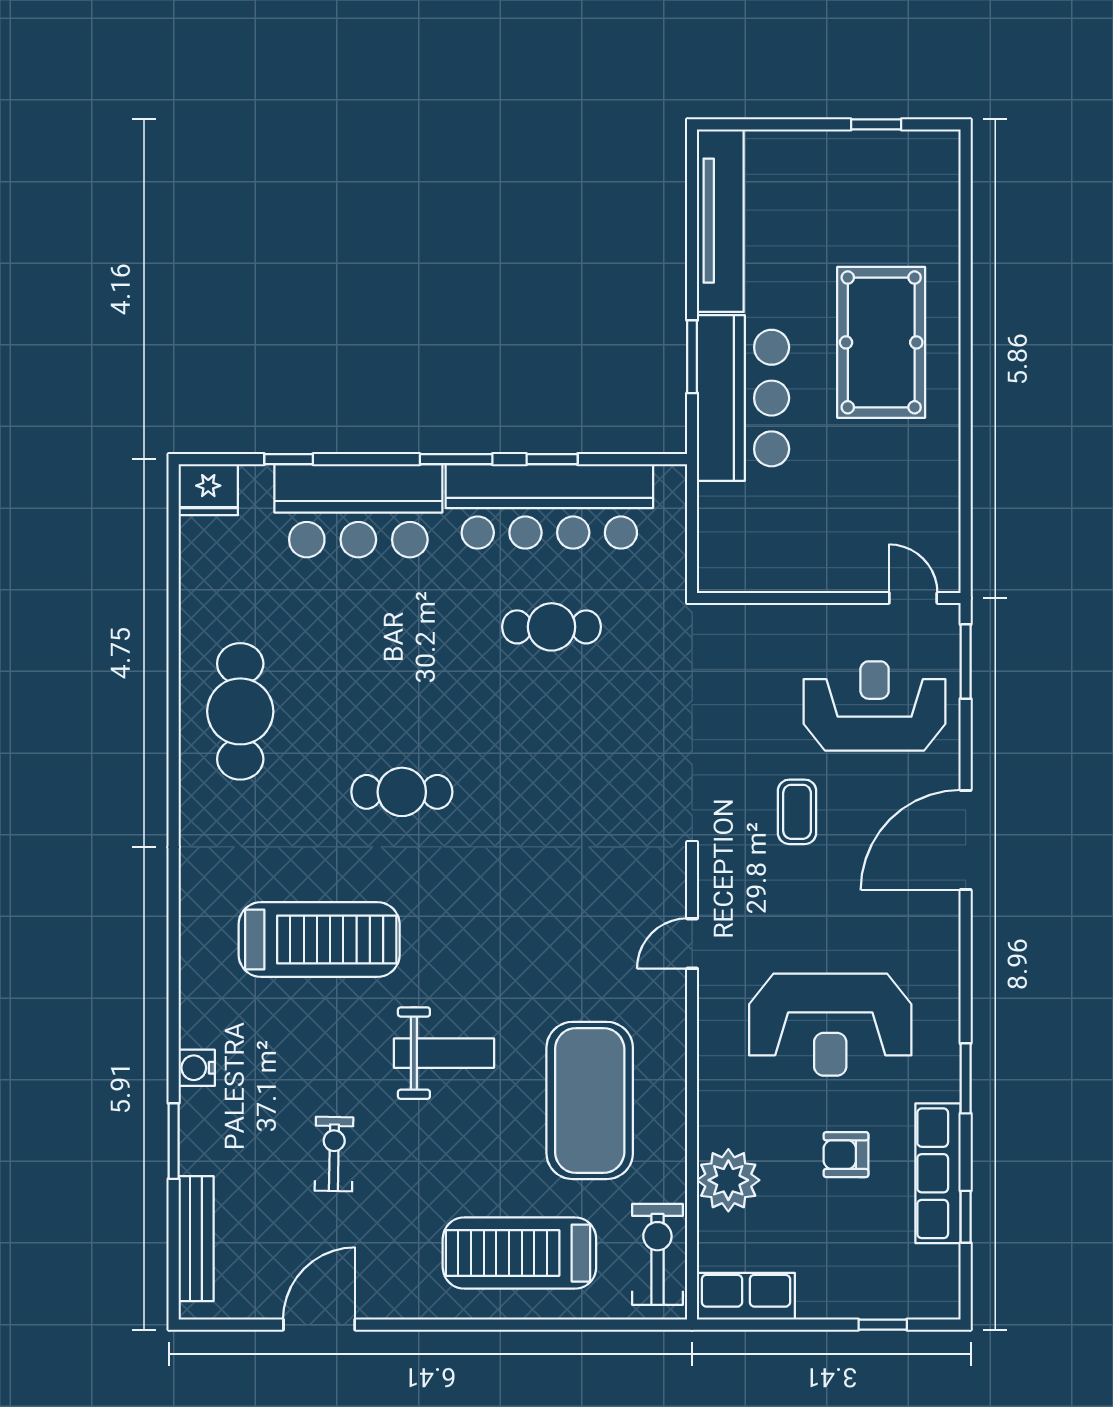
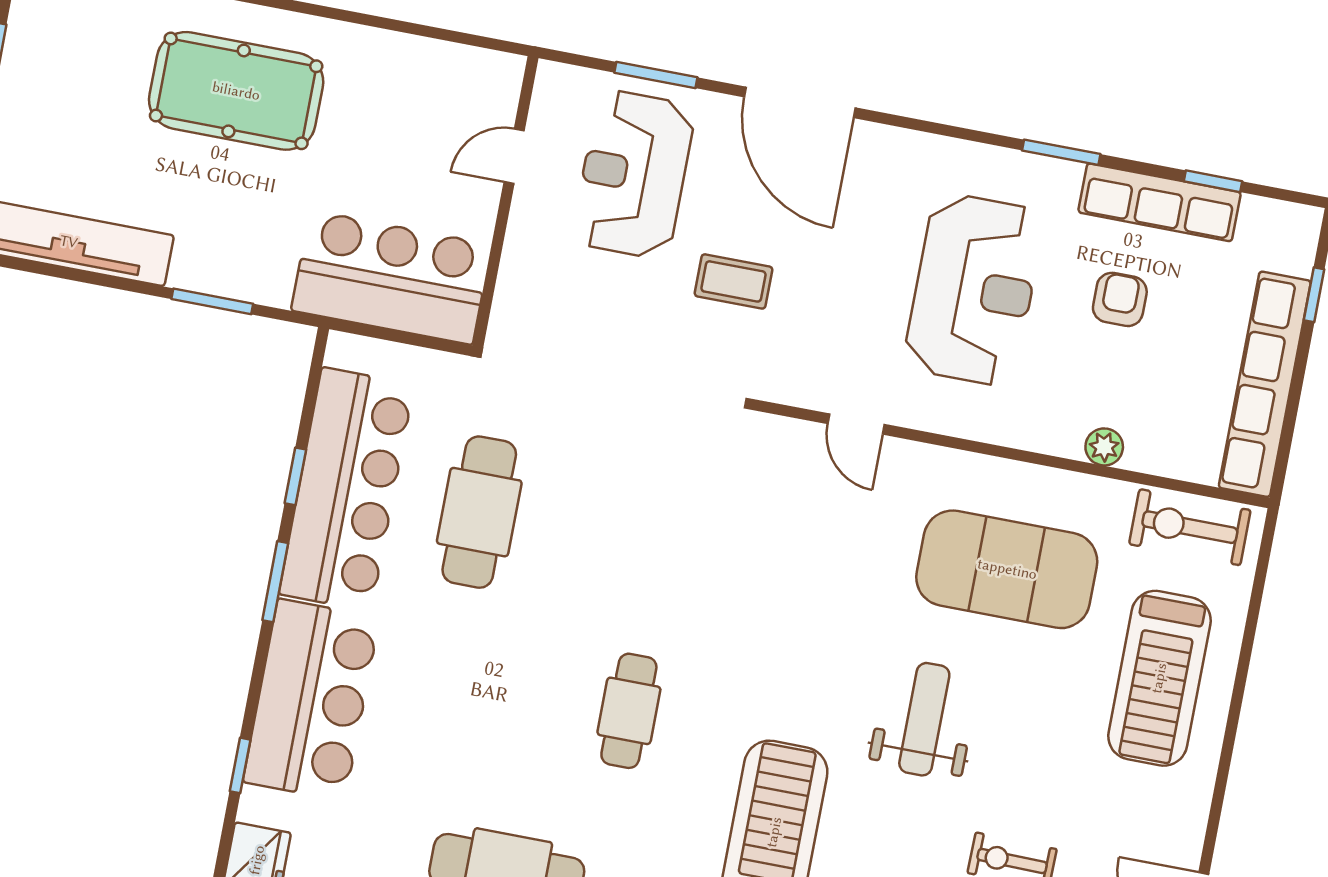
bar counter: (743, 398) -> (391, 278), moved
door: (913, 598) -> (514, 156), moved
cafe table: (552, 627) -> (479, 512), width x1.37, depth x1.35
window: (966, 662) -> (656, 75), moved
armchair: (846, 1155) -> (1120, 299), turned 180
plant: (728, 1180) -> (1104, 447), width x0.53, depth x0.53
row of seats: (746, 1296) -> (1265, 384), width x2.02

